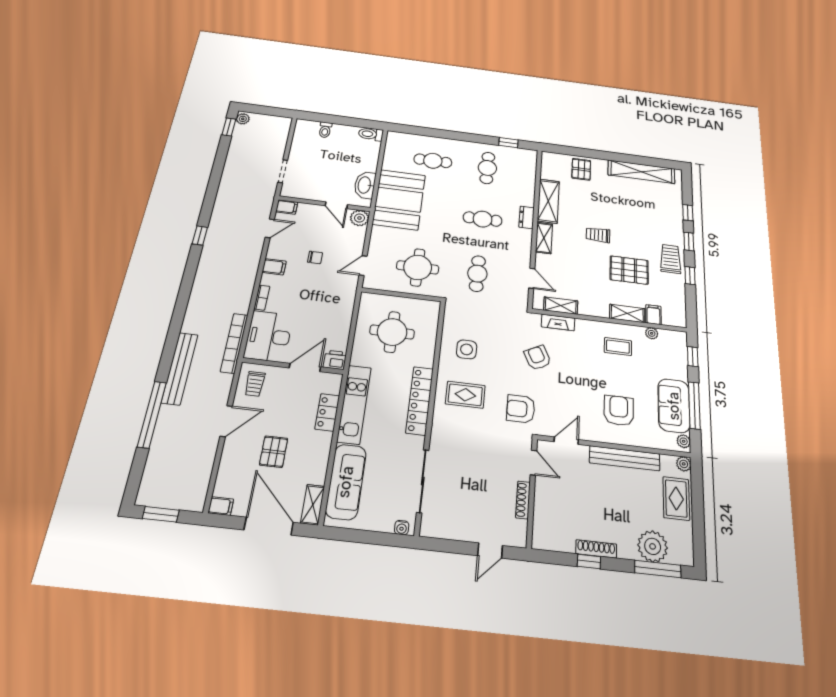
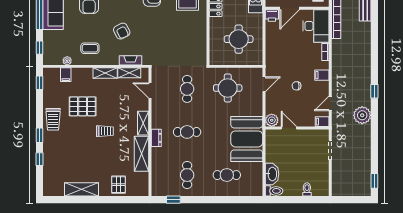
plant: (243, 119) -> (362, 115), moved, width x1.87, depth x1.87
shelving: (641, 172) -> (81, 189), width x0.68
washbasin: (365, 185) -> (272, 174), moved
window: (690, 276) -> (39, 83), moved
shelving: (627, 313) -> (105, 73), moved
side table: (467, 349) -> (189, 33), removed
armchair: (538, 358) -> (122, 31), moved

